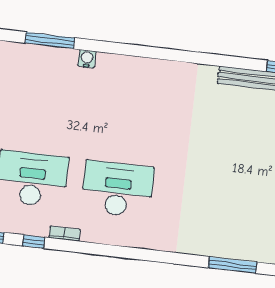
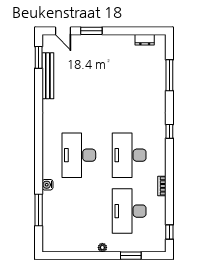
desk: (127, 112) -> (79, 155), added
window: (34, 242) -> (169, 131), moved

